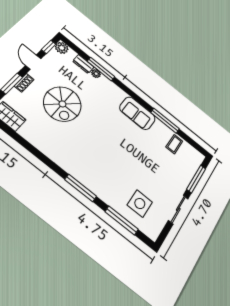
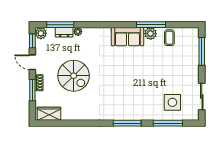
window: (101, 69) -> (60, 25), moved
plant: (160, 127) -> (151, 34), added
sliding door: (178, 209) -> (202, 96), moved

